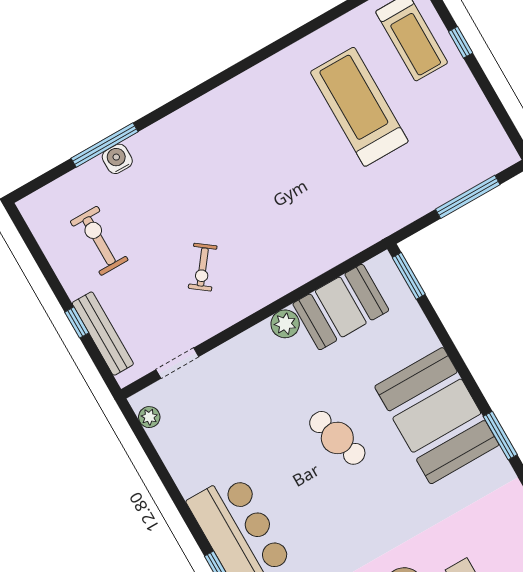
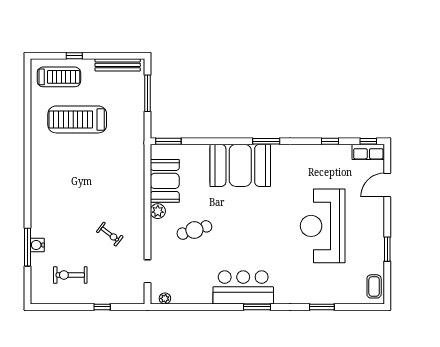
bench: (103, 334) -> (118, 65), moved
cafe table: (337, 438) -> (194, 230), moved

